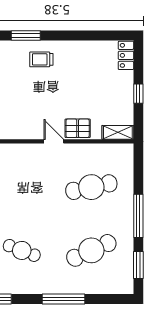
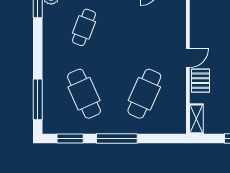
cafe table: (91, 187) -> (144, 94), turned 36
window: (64, 299) -> (38, 99), moved

